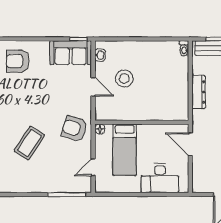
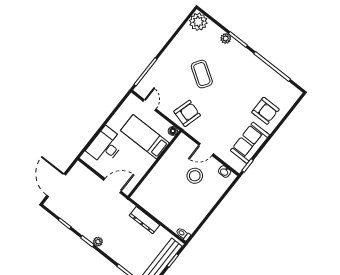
sofa: (71, 53) -> (250, 143), moved
armchair: (18, 61) -> (265, 111), turned 90

